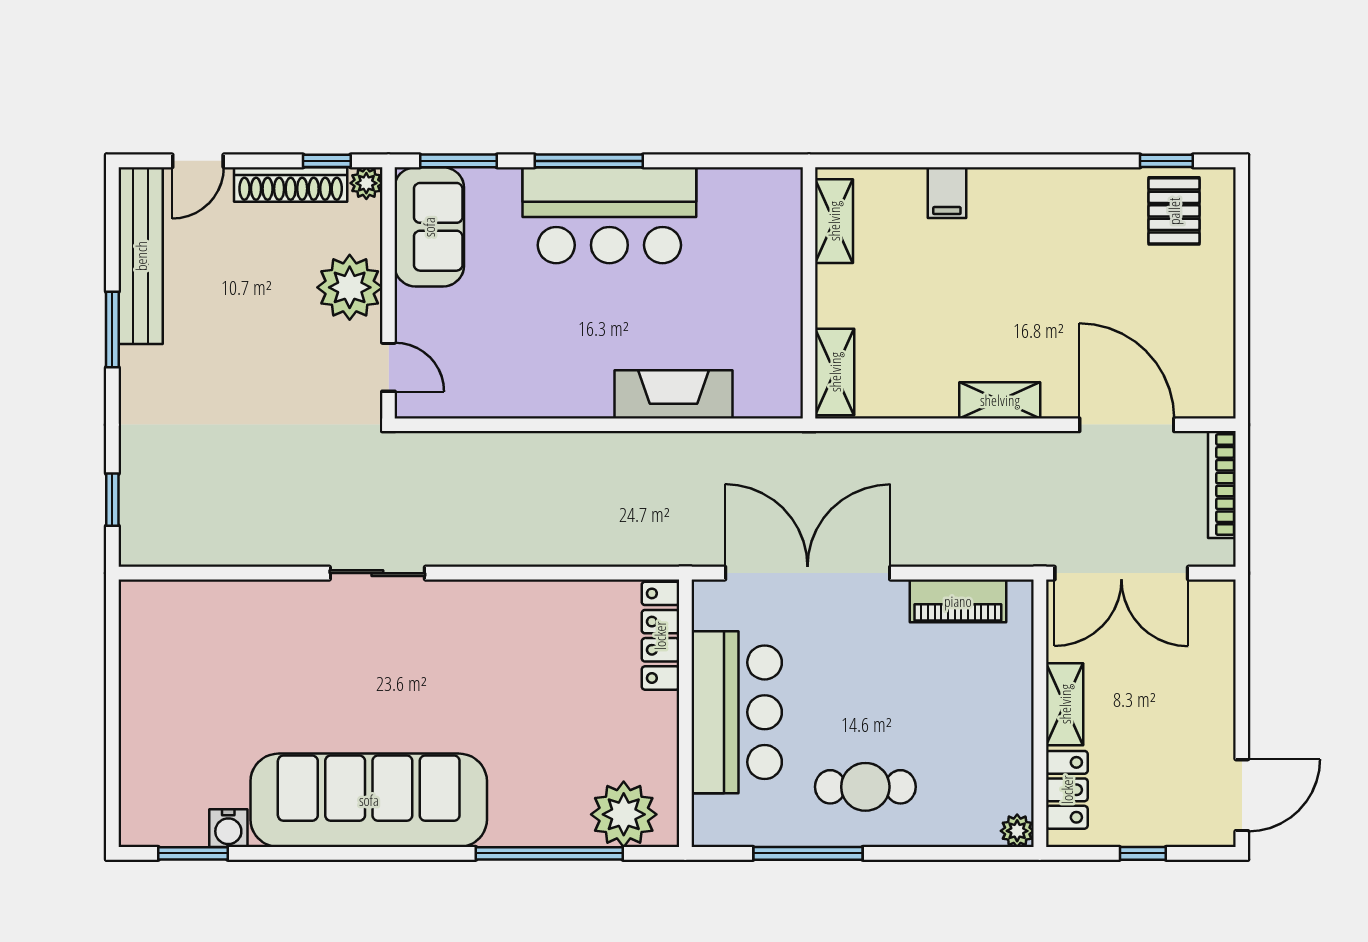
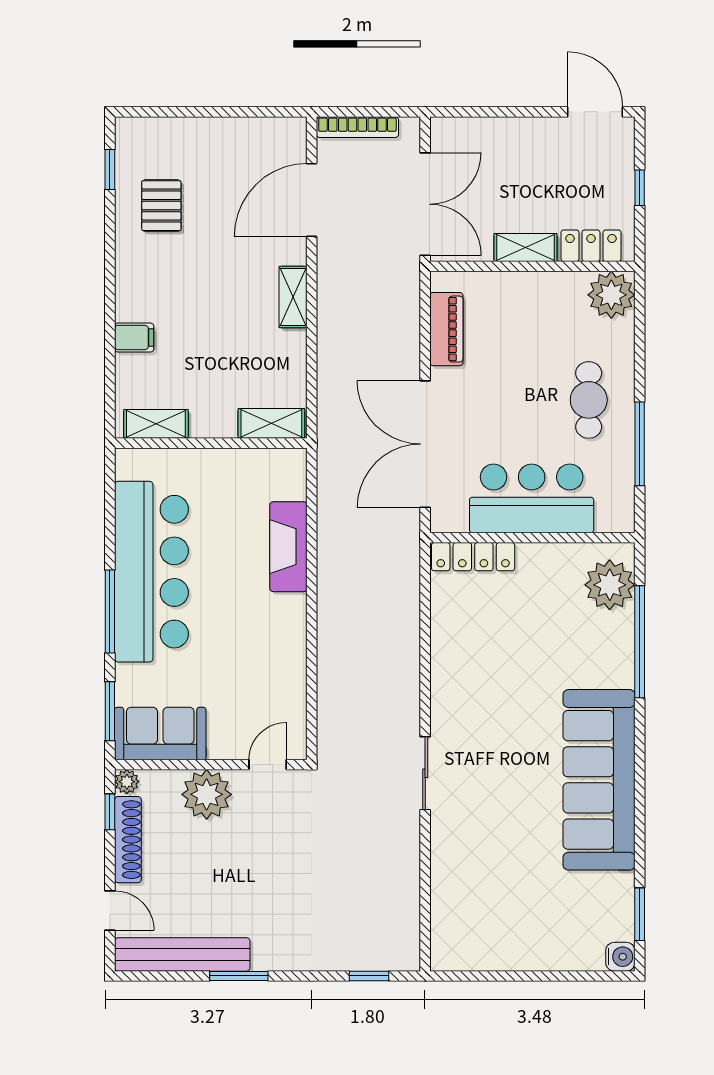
pallet: (1174, 211) -> (161, 206), moved, turned 90
bar counter: (609, 215) -> (151, 572), width x1.36
water cooler: (228, 828) -> (620, 957), moved
plant: (1017, 831) -> (611, 295), width x1.88, depth x1.88

